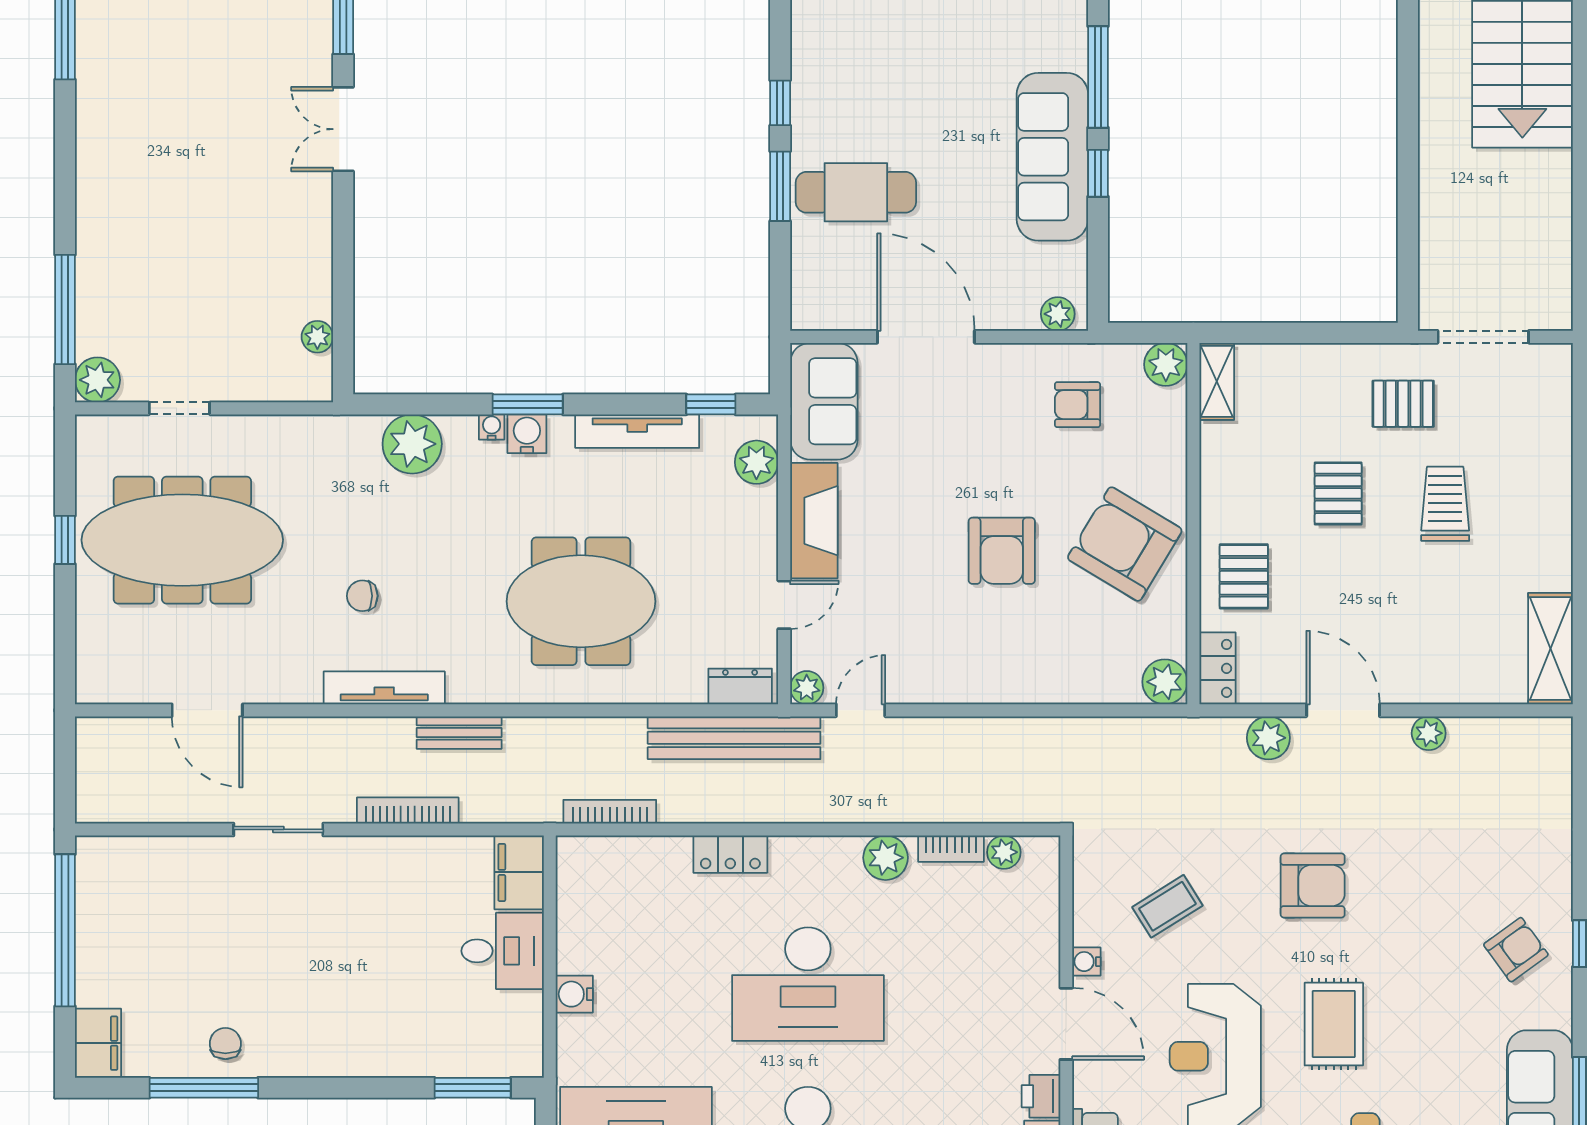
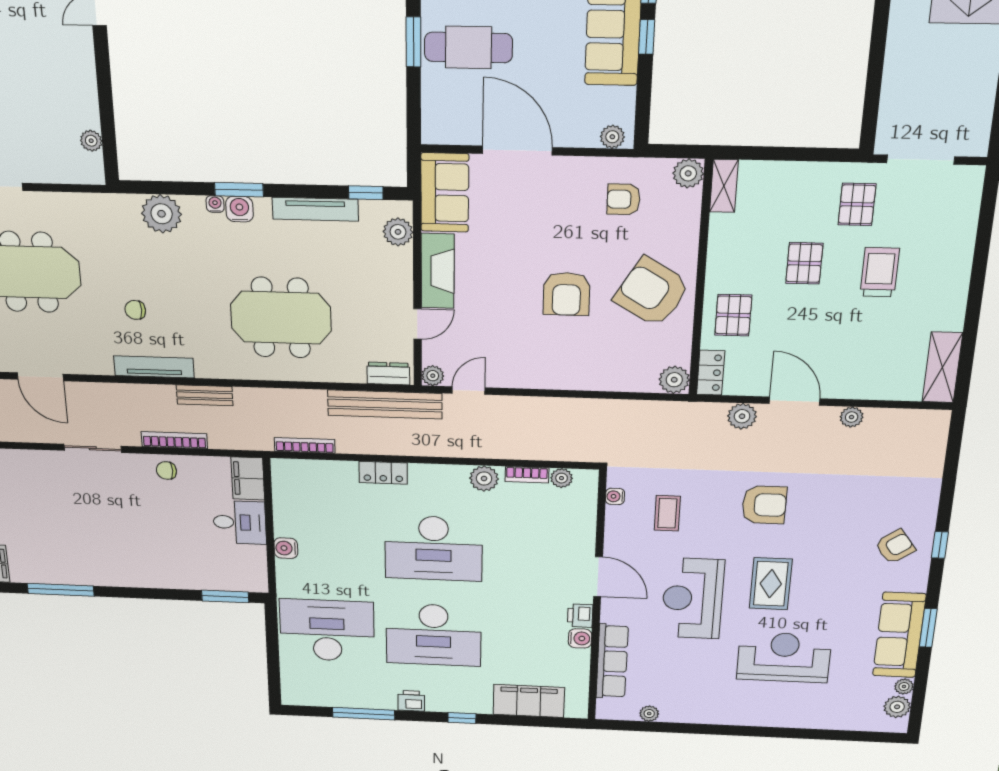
pallet: (1403, 404) -> (857, 204), turned 90
coffee table: (1167, 906) -> (667, 513), turned -58
water cooler: (1086, 962) -> (615, 496), moved
chair: (225, 1043) -> (166, 471), moved, turned -90

